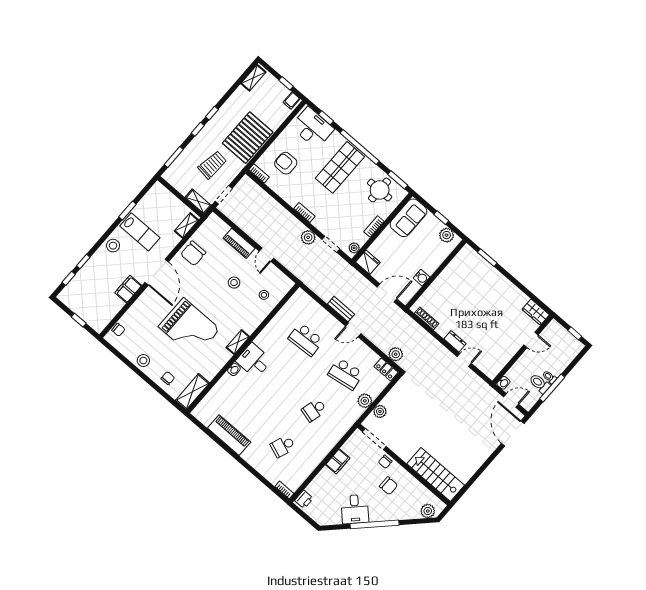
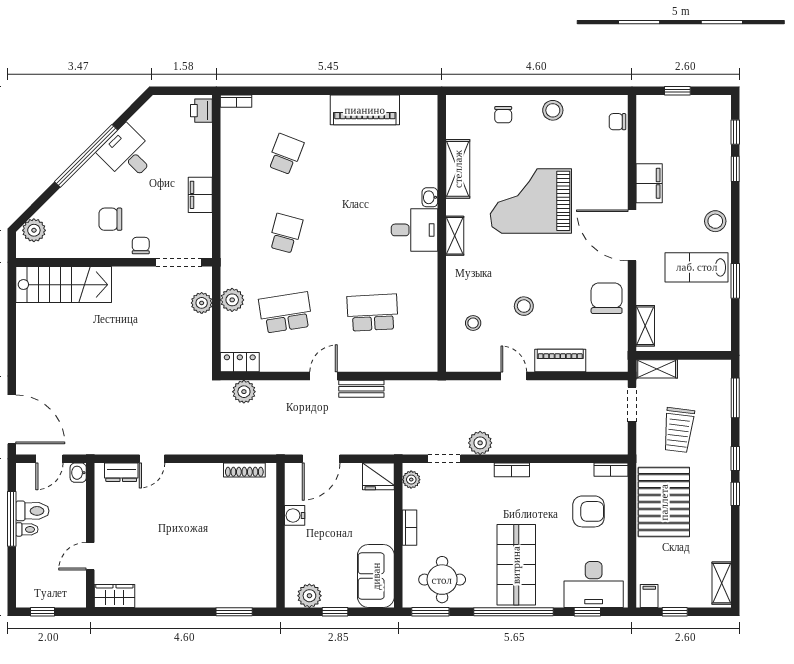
dresser: (455, 341) -> (121, 472), moved
shelving: (192, 392) -> (458, 169), moved

